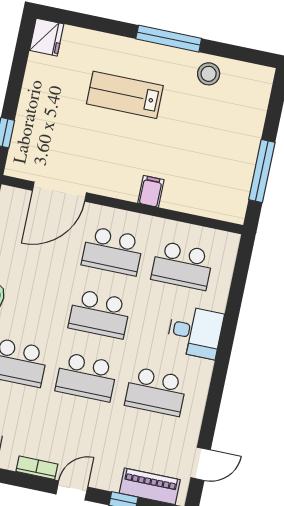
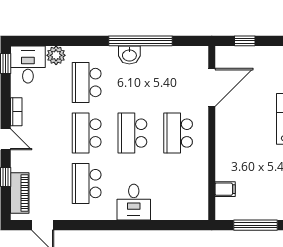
filing cabinet: (151, 191) -> (225, 189), moved
door: (59, 192) -> (212, 87), swing flipped
school desk: (182, 266) -> (178, 184), removed

